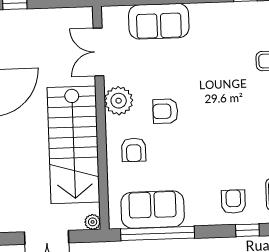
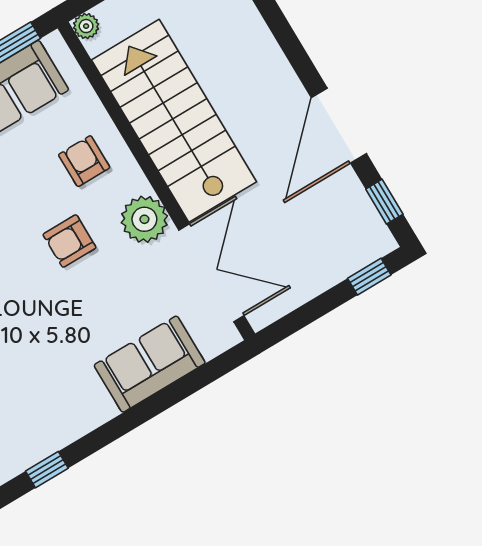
double door: (98, 52) -> (211, 273), width x1.37
armchair: (165, 111) -> (69, 241), turned 180

